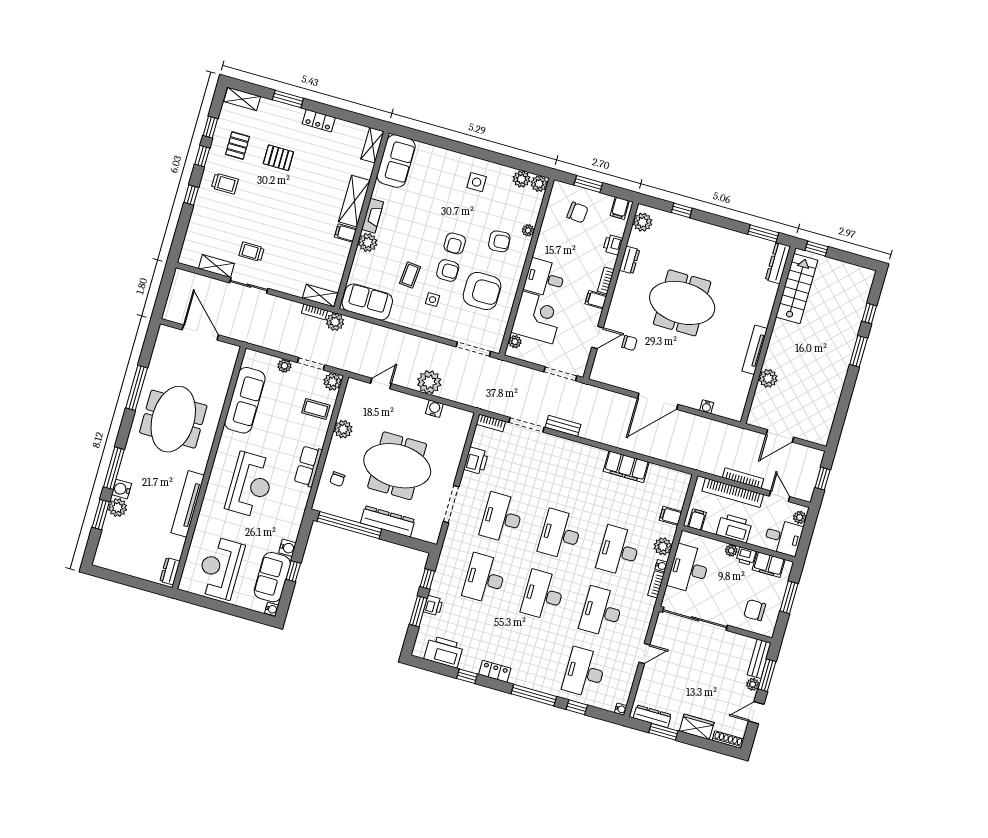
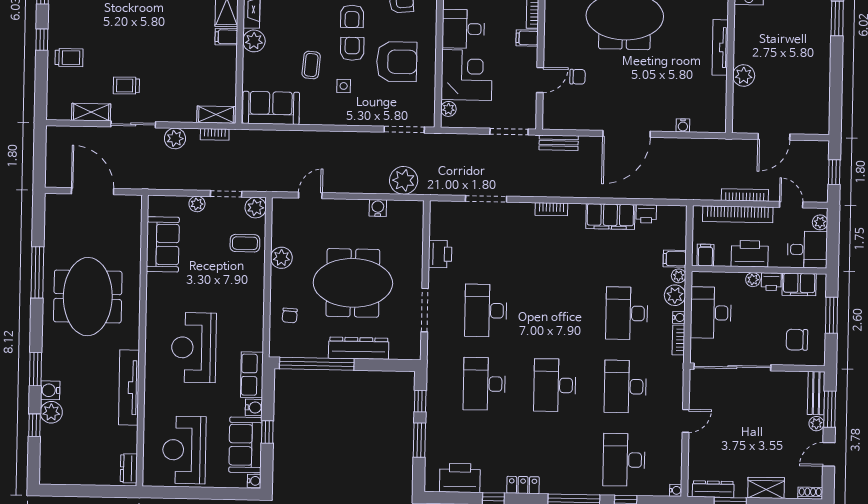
trolley: (225, 184) -> (69, 58), moved
armchair: (448, 270) -> (352, 49), turned -90
plant: (335, 322) -> (175, 138), moved
plant: (429, 382) -> (404, 180), moved
sofa: (245, 400) -> (163, 244), width x0.73
bookcase: (491, 423) -> (551, 209), moved
bench: (563, 426) -> (559, 143), moved
row of seats: (308, 466) -> (252, 375), moved
window: (114, 468) -> (36, 369), width x0.69
reception desk: (250, 485) -> (194, 348), turned 180
window: (101, 515) -> (34, 425), width x0.67
plant: (670, 531) -> (679, 276), added
desk: (560, 534) -> (556, 312), removed
printer: (433, 606) -> (646, 214), moved, turned 90
shoe rack: (728, 740) -> (810, 493), width x0.70

